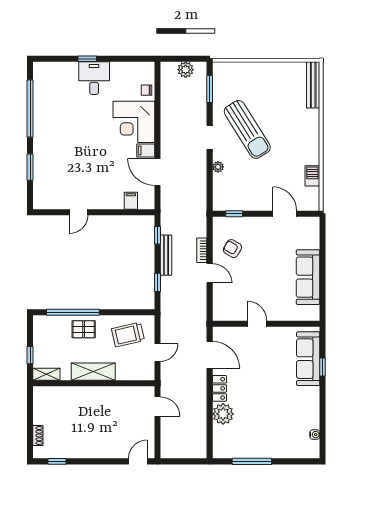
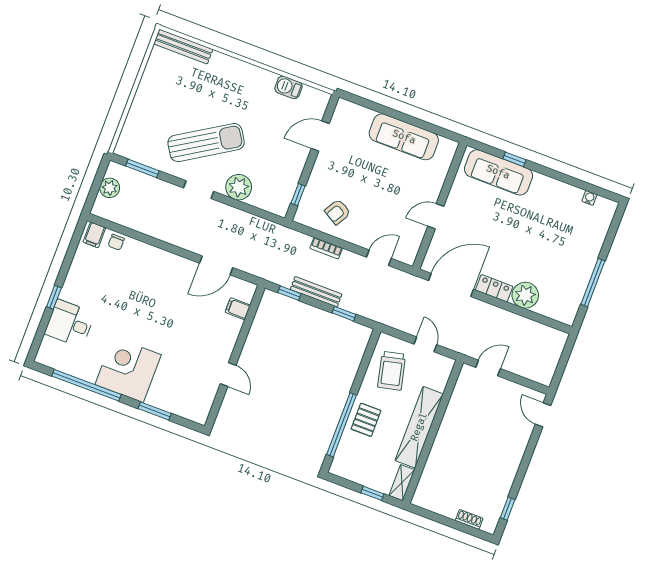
desk: (94, 78) -> (70, 323), moved
corner desk: (134, 122) -> (128, 370), moved, turned 180
filing cabinet: (146, 150) -> (94, 235), moved
plant: (218, 167) -> (239, 187), width x1.87, depth x1.87
door: (210, 273) -> (379, 258), moved
door: (210, 355) -> (451, 285), width x1.36
shelving: (93, 372) -> (419, 427), width x1.47

